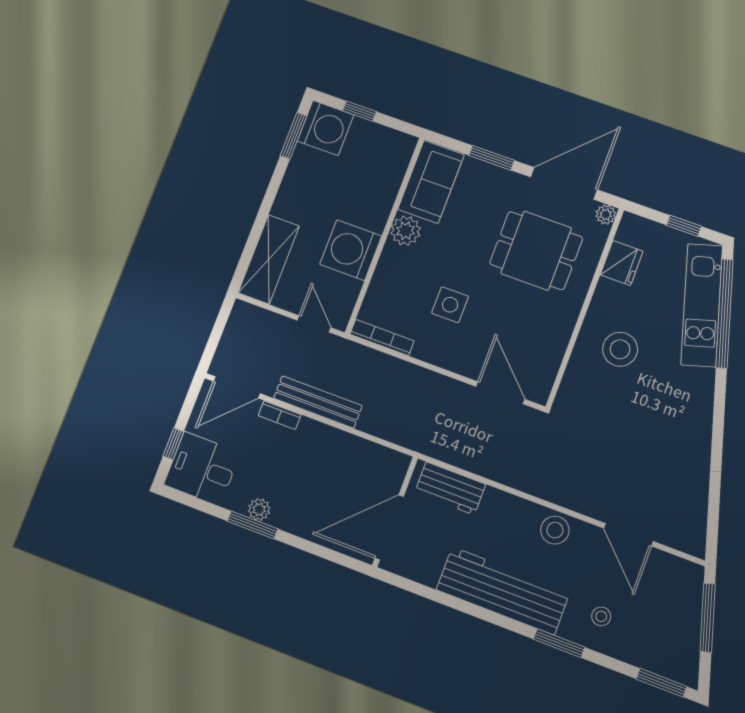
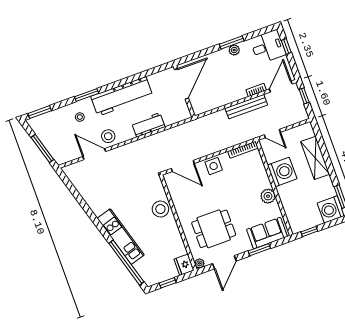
window: (359, 111) -> (309, 231), moved
sofa: (431, 182) -> (267, 233), moved, turned 90
door: (564, 183) -> (224, 262), width x0.73
shelving: (269, 259) -> (315, 158), moved
fridge: (622, 263) -> (184, 265), moved
side table: (450, 305) -> (214, 166), moved
kitchen unit: (702, 305) -> (121, 237), moved
window: (213, 342) -> (304, 96), added
stool: (620, 349) -> (160, 209), moved
workbench: (450, 488) -> (148, 125), moved
stool: (555, 530) -> (108, 136), moved

